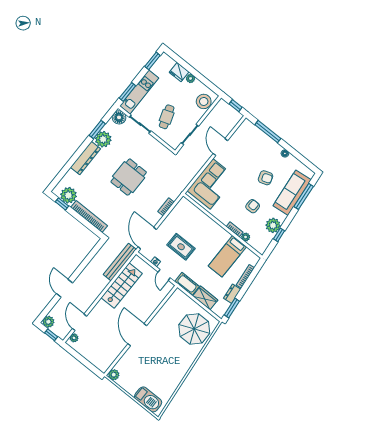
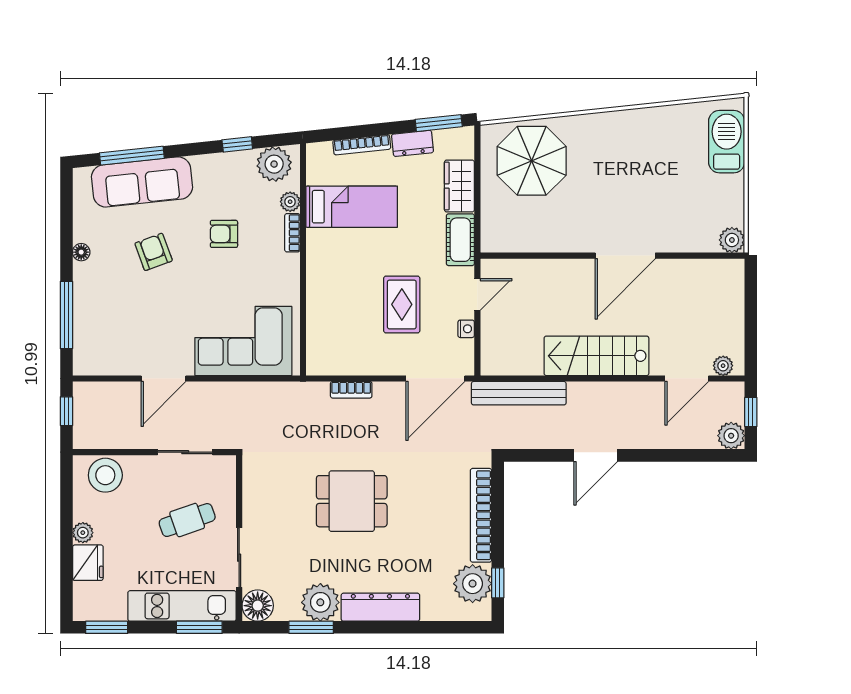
plant: (273, 225) -> (274, 164), moved
stairs: (122, 286) -> (596, 356), moved
door: (64, 288) -> (596, 455), moved

